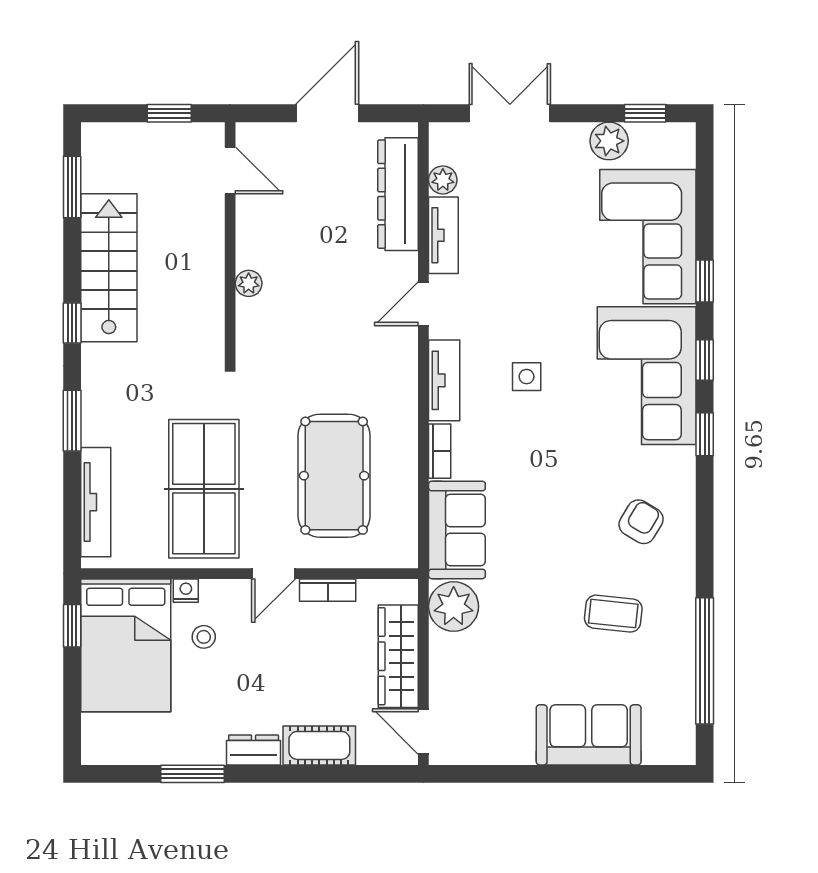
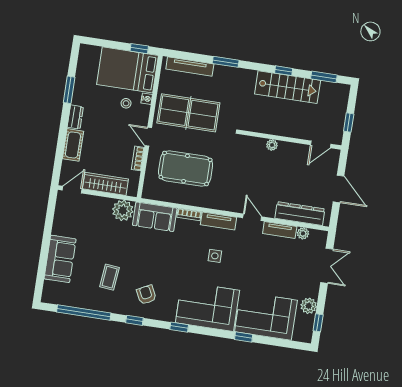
window: (72, 323) -> (284, 71), moved
window: (705, 360) -> (134, 320), moved
armchair: (641, 522) -> (146, 295), turned -148

